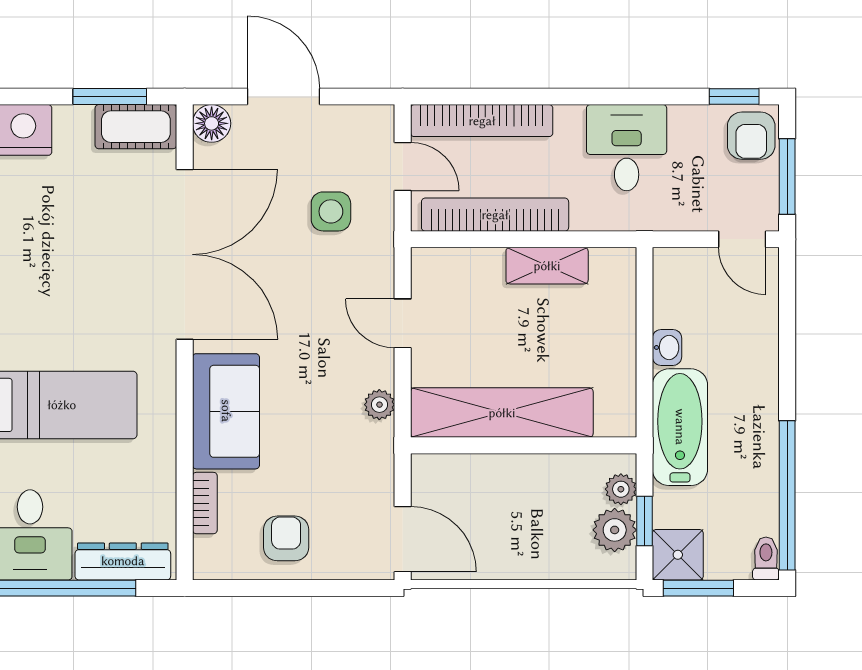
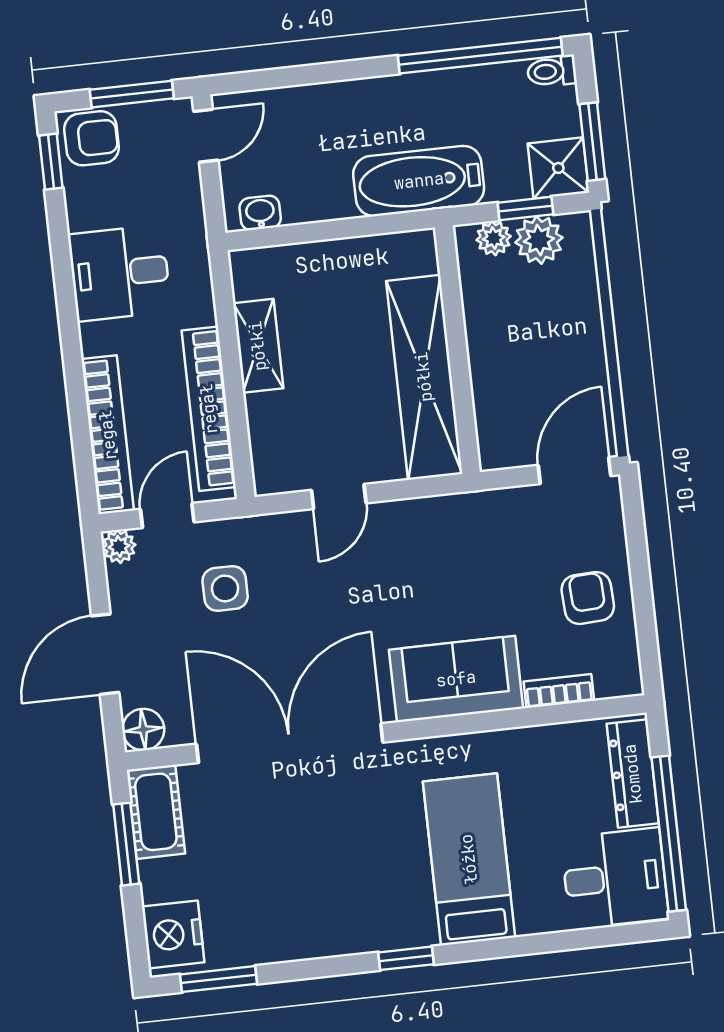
washbasin: (667, 347) -> (260, 213), moved
plant: (379, 405) -> (119, 546), moved
armchair: (286, 538) -> (588, 598), turned 87

